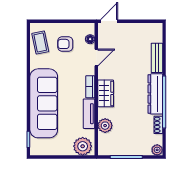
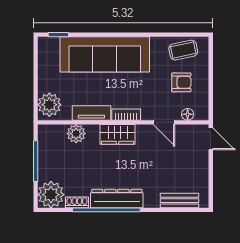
armchair: (65, 44) -> (181, 82), turned 90
bench: (157, 58) -> (180, 201), moved
plant: (157, 150) -> (51, 195), width x1.87, depth x1.87

